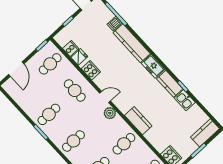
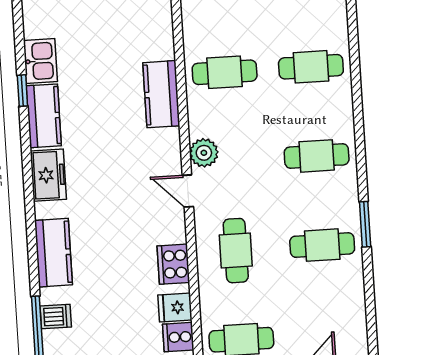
kitchen counter: (132, 43) -> (53, 253), width x0.67

